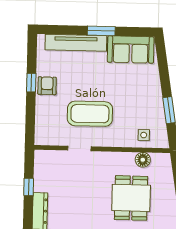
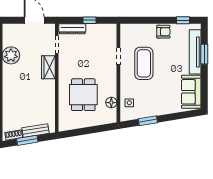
window: (101, 31) -> (204, 54), moved
window: (31, 83) -> (183, 20), moved
dining table: (131, 198) -> (83, 95), turned 90

